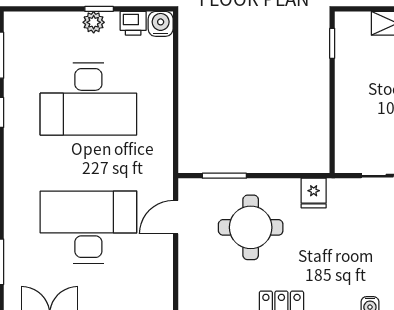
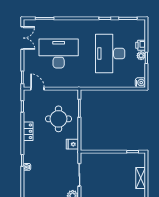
printer: (133, 23) -> (141, 45), moved
door: (176, 217) -> (37, 89), moved
desk: (88, 227) -> (59, 54), turned -90

